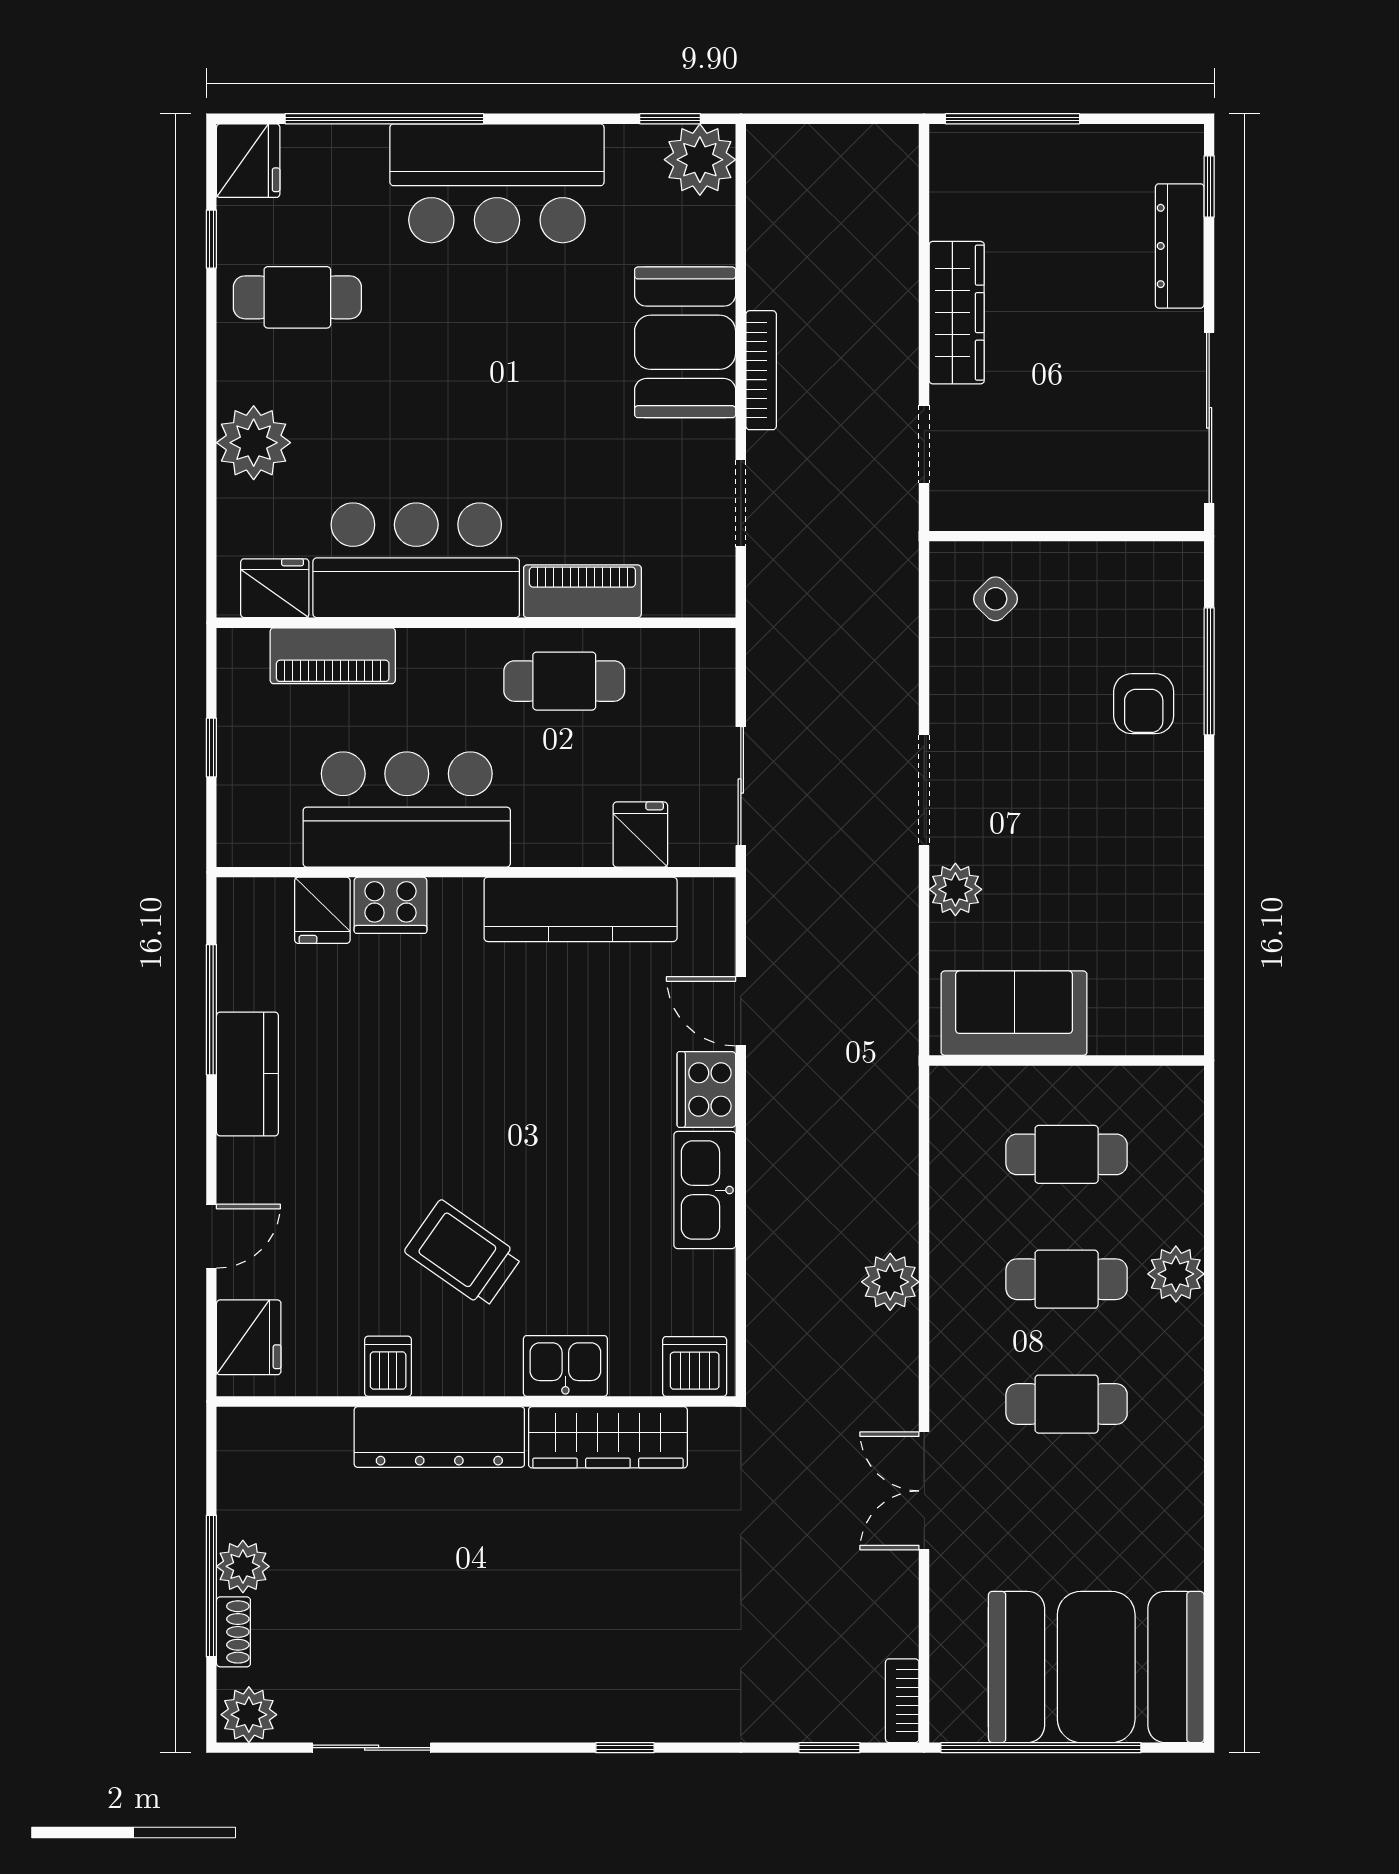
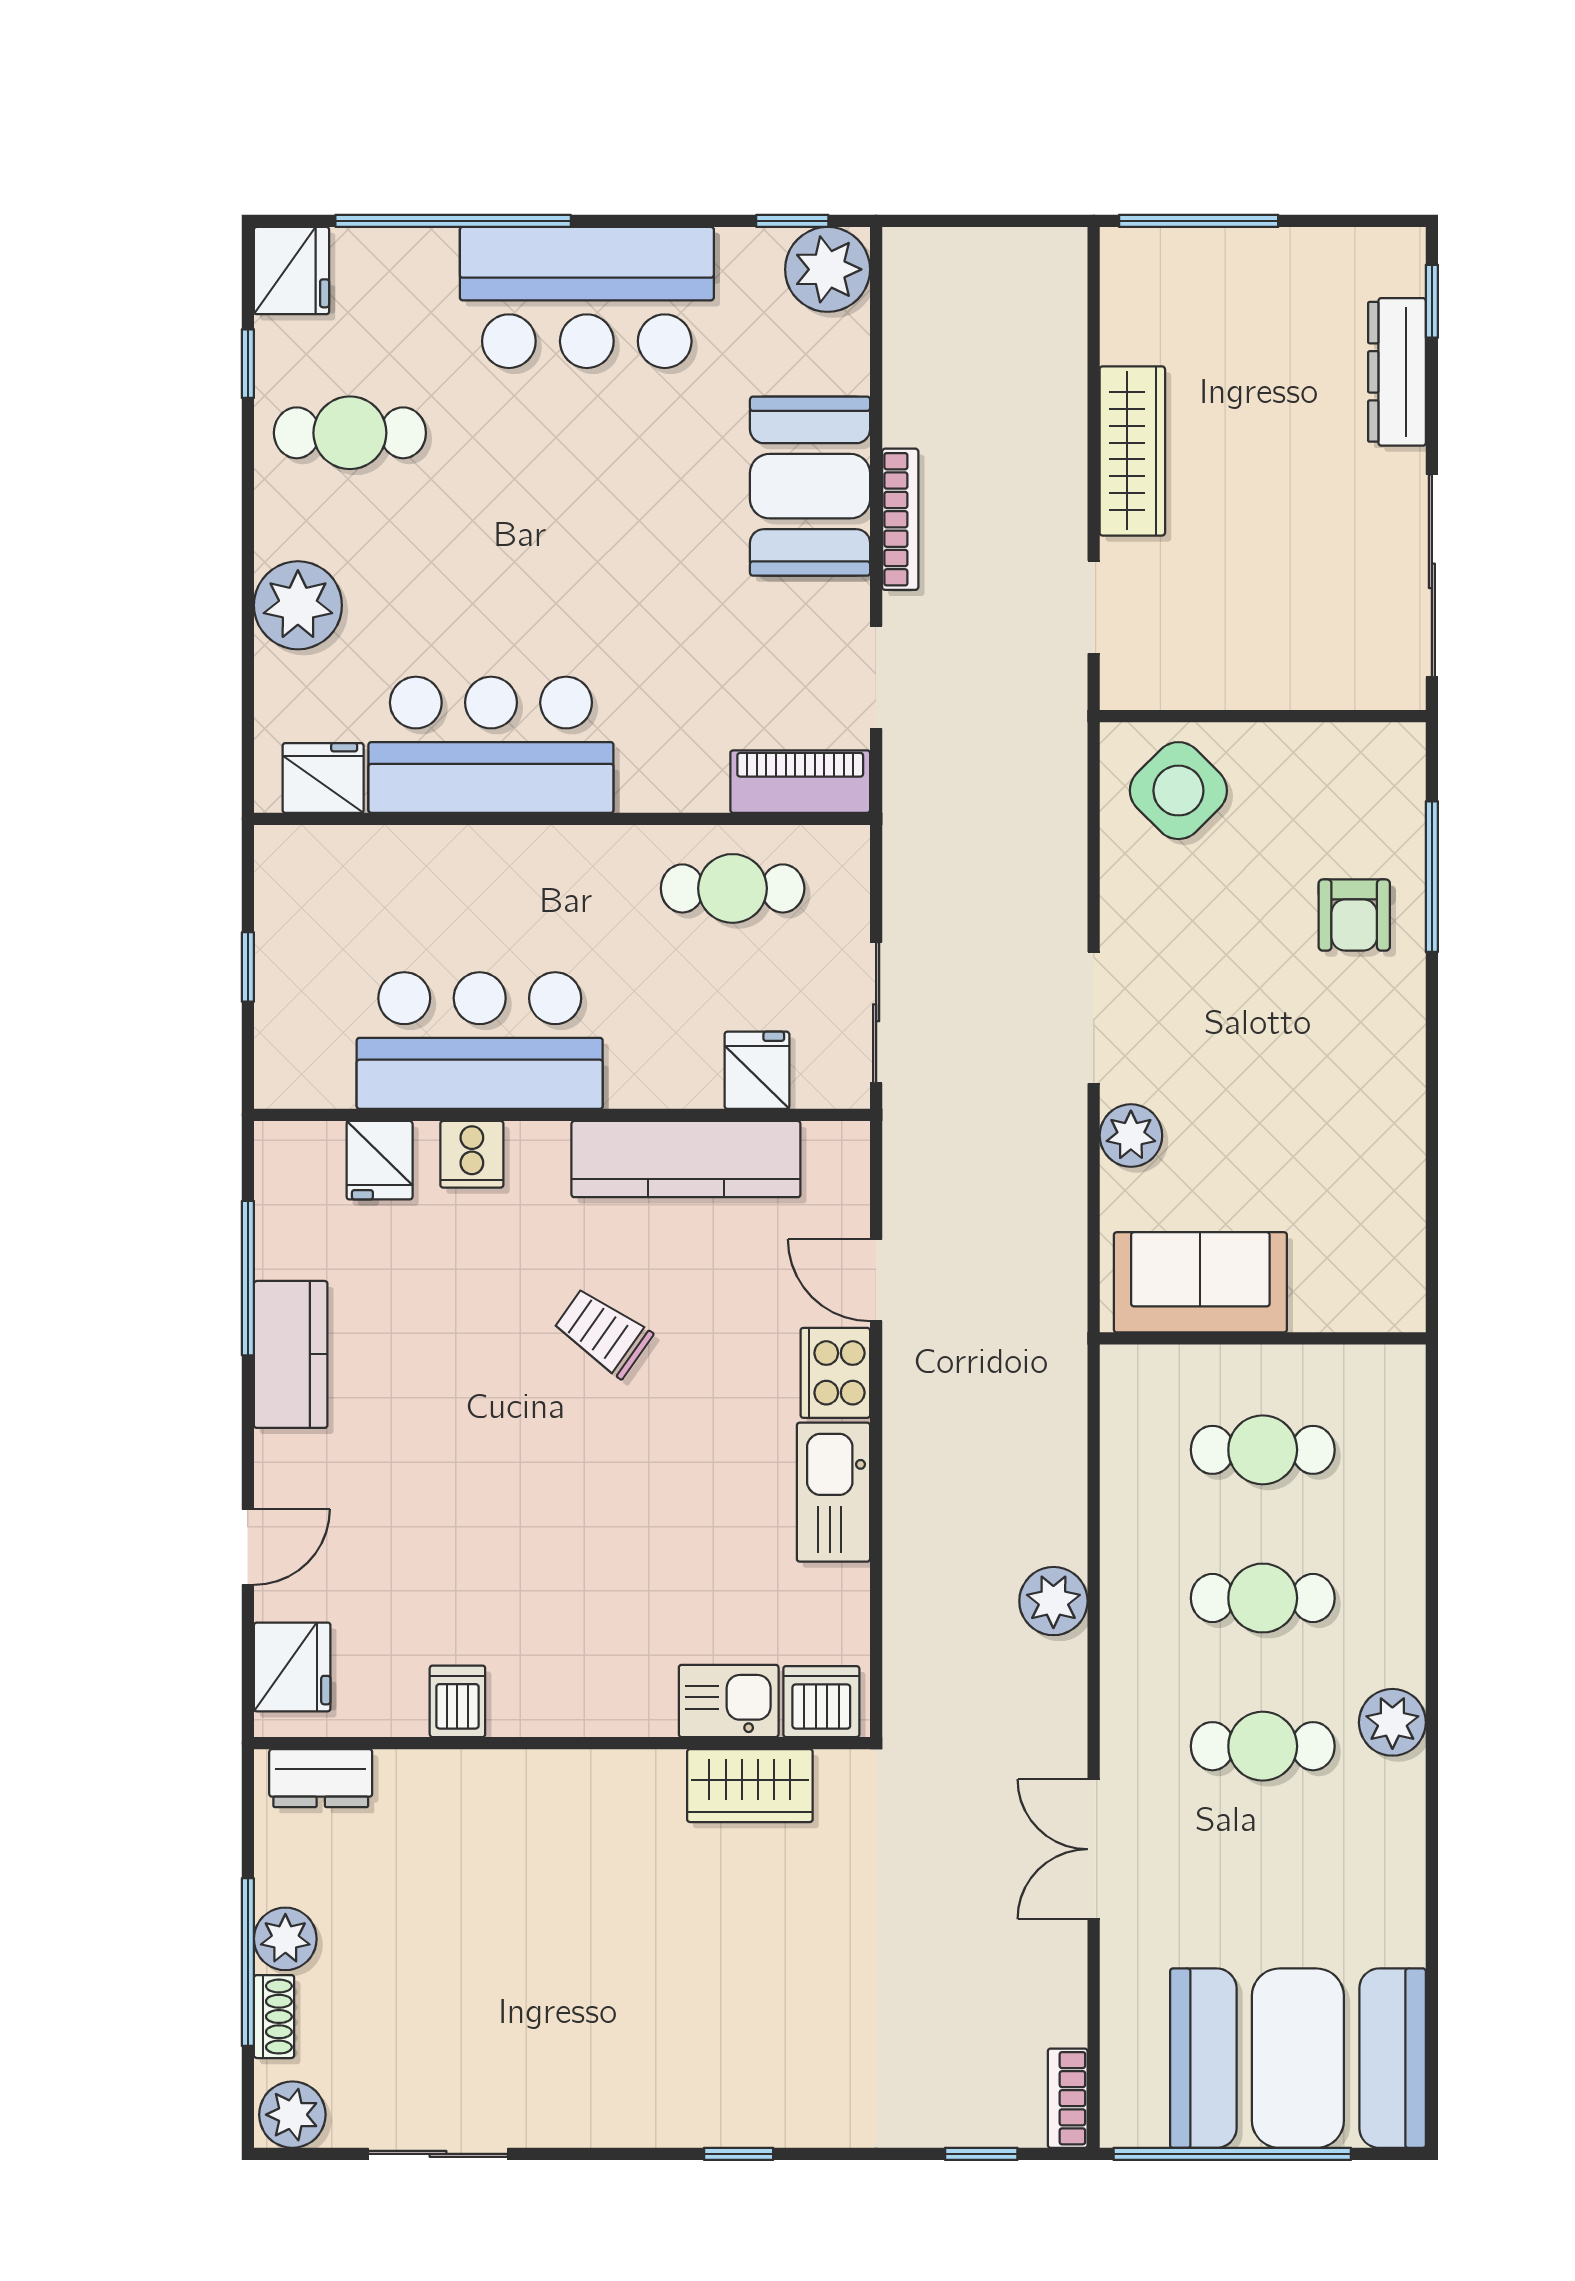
piano: (582, 591) -> (800, 782), moved
side table: (996, 599) -> (1178, 791), width x1.87, depth x1.87
piano: (333, 656) -> (392, 858), removed
cafe table: (564, 681) -> (733, 888), moved
cooker: (390, 905) -> (472, 1154), width x0.73
trolley: (463, 1254) -> (603, 1333), moved, width x0.73, depth x0.72
plant: (1176, 1274) -> (1392, 1722), moved
kitchen sink: (565, 1366) -> (729, 1701), moved
dresser: (439, 1437) -> (321, 1778), moved, width x0.51, depth x0.80
wardrobe: (608, 1437) -> (750, 1786), width x0.67

